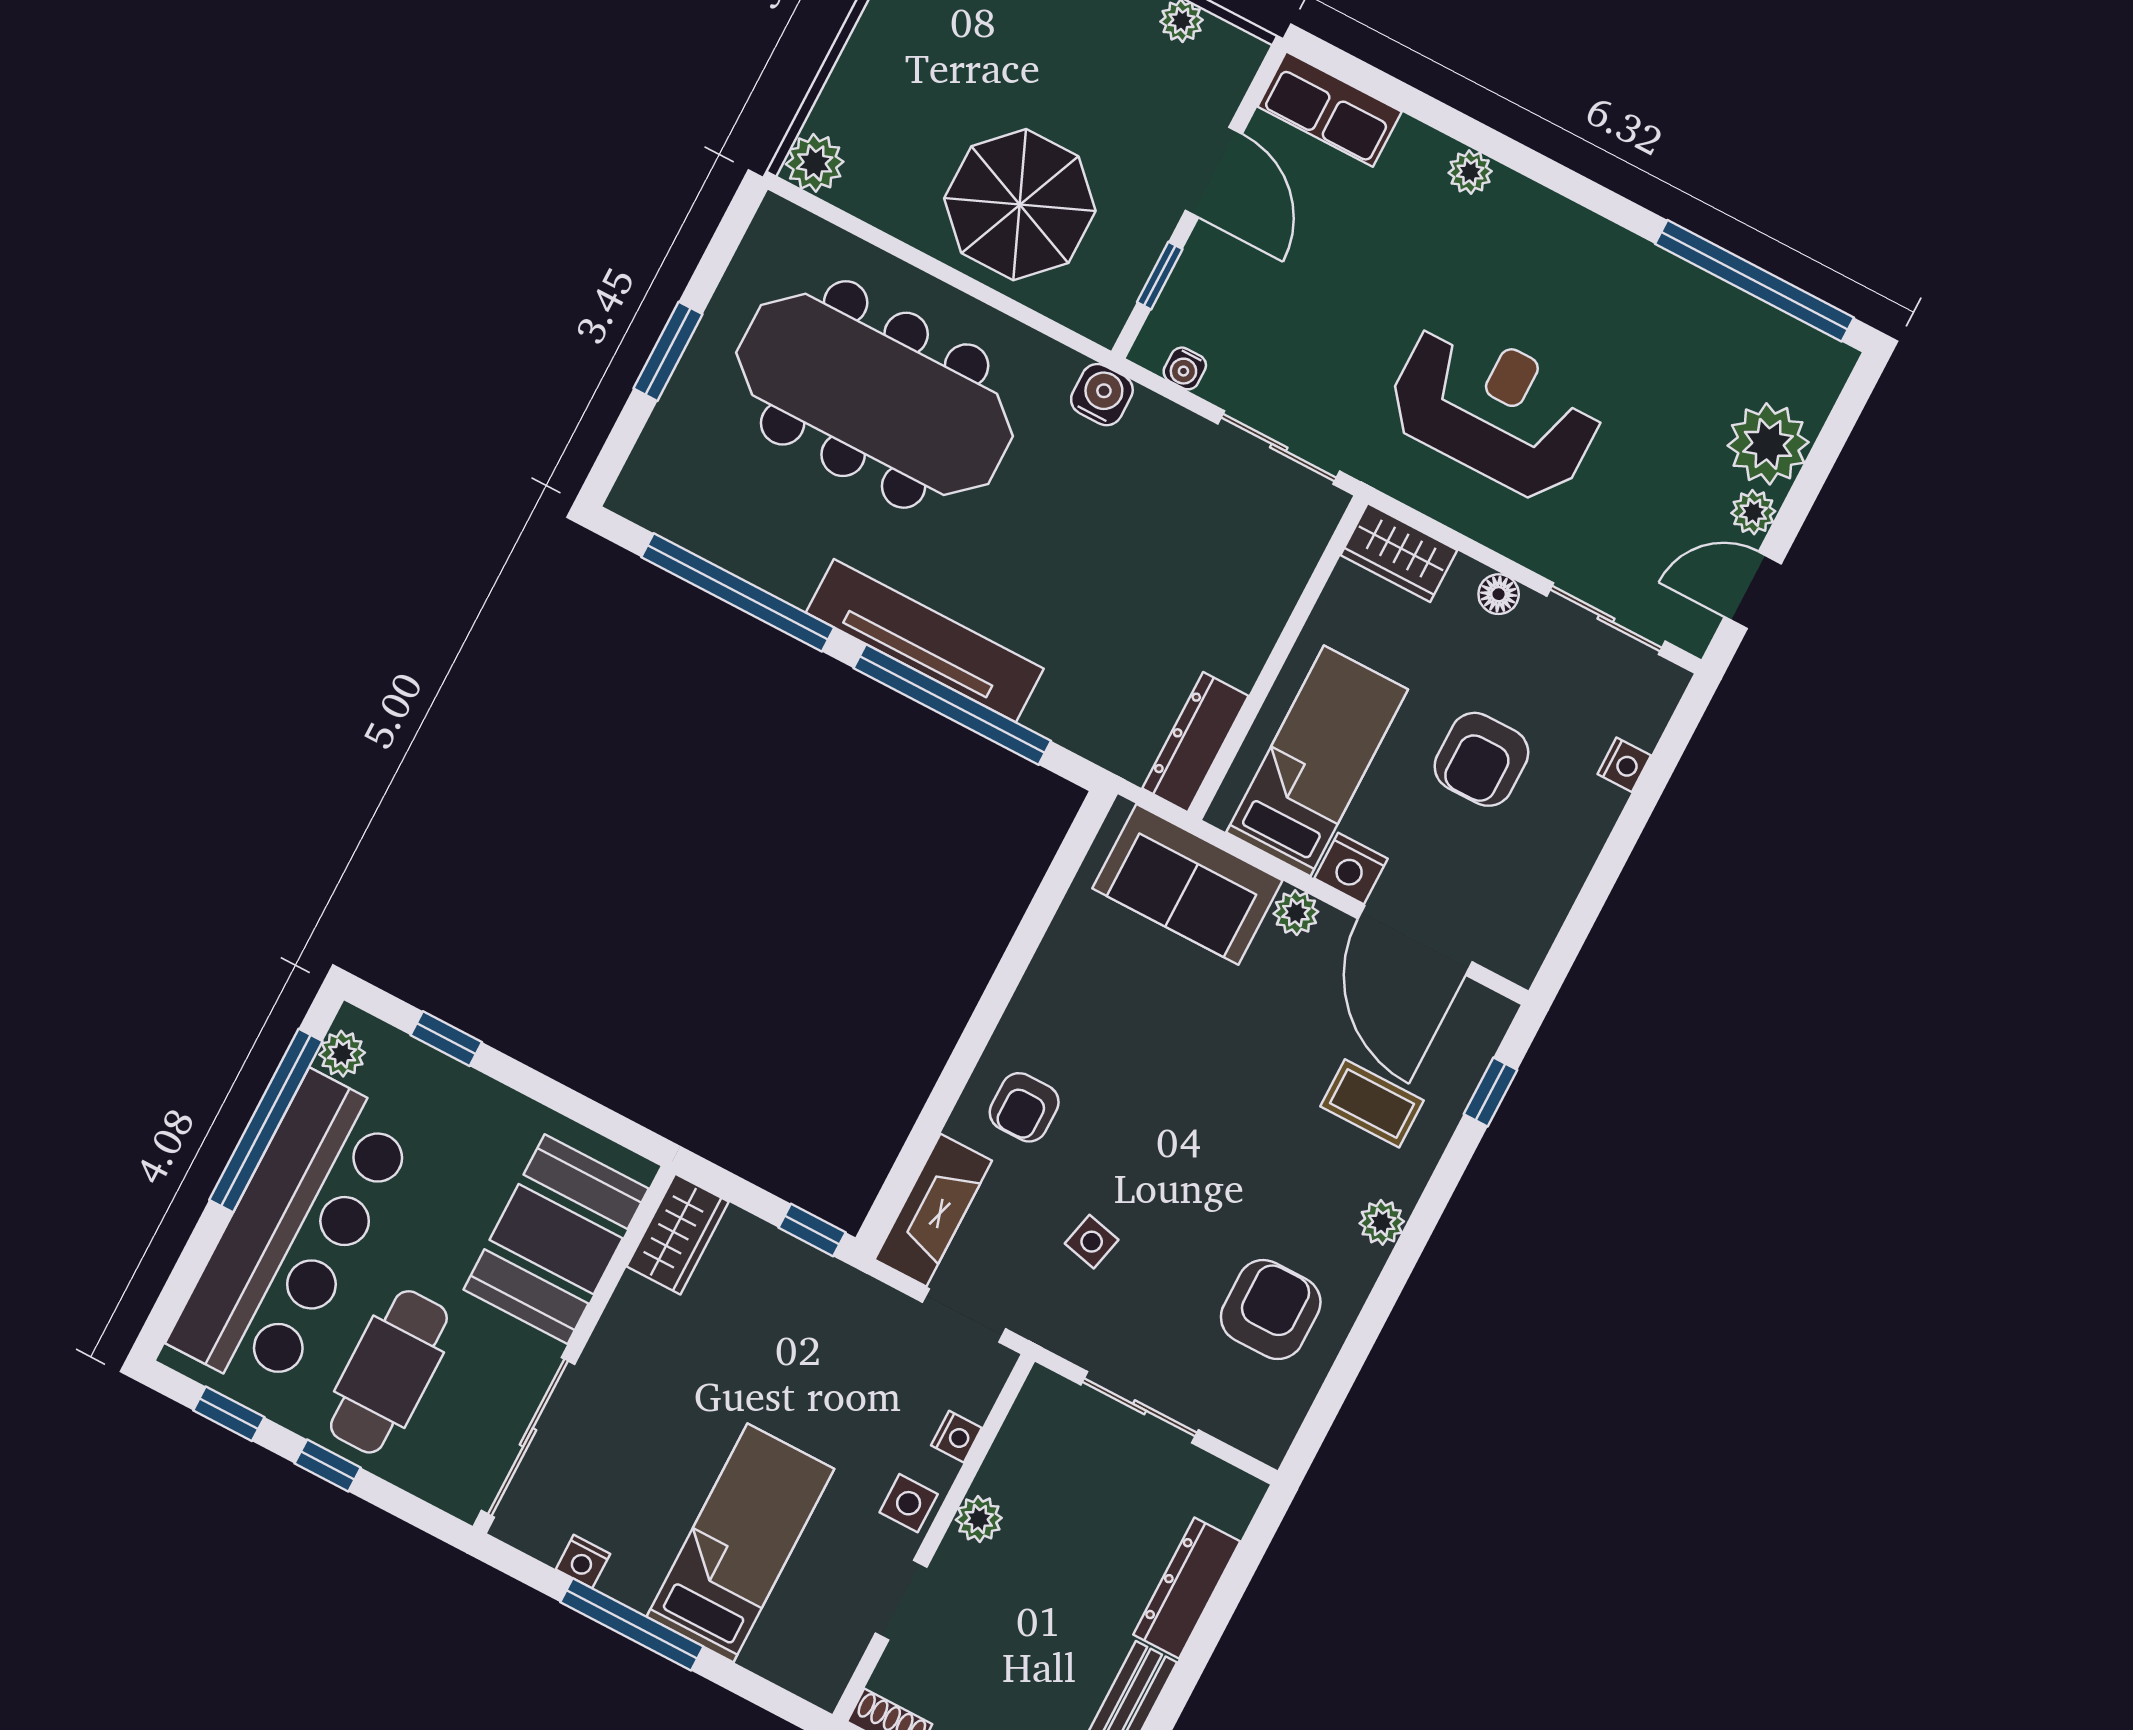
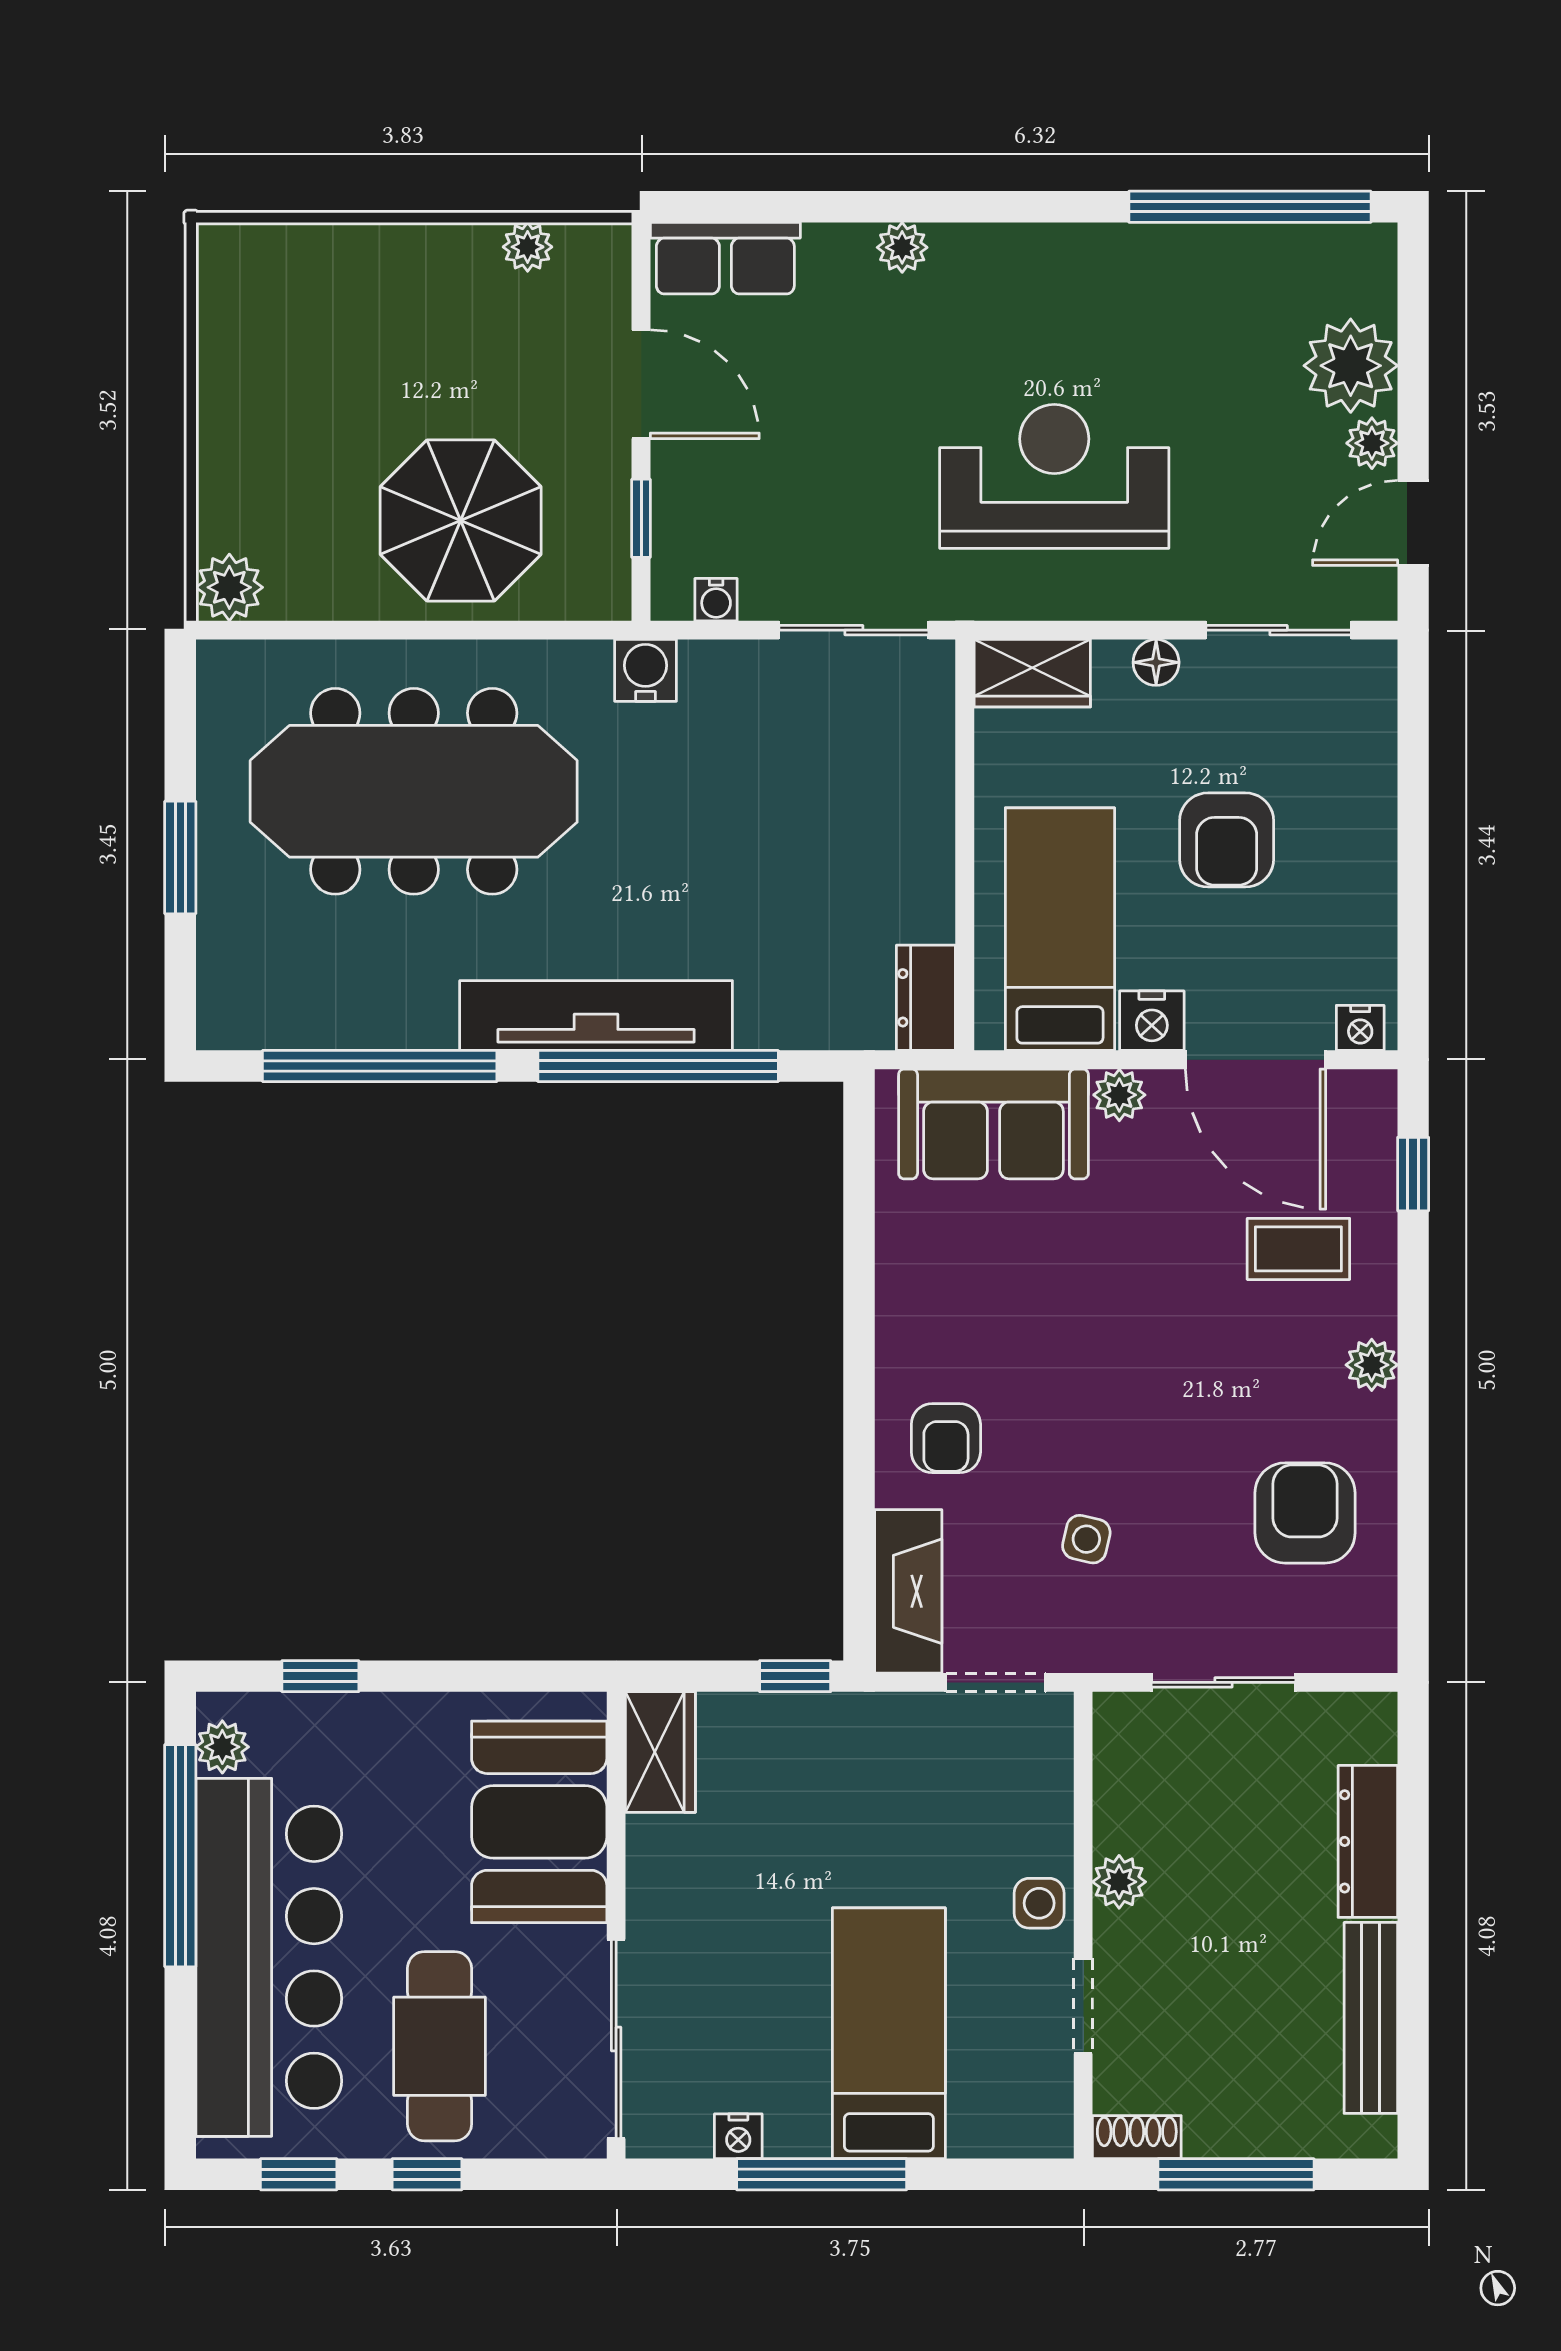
dresser: (1195, 742) -> (926, 998), width x0.70
nightstand: (1624, 765) -> (1360, 1028), moved, turned 90
nightstand: (956, 1437) -> (1052, 1810), removed

